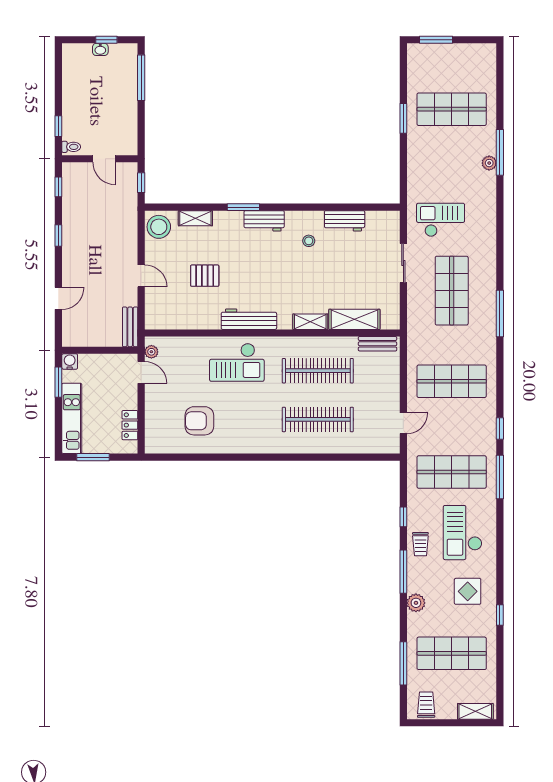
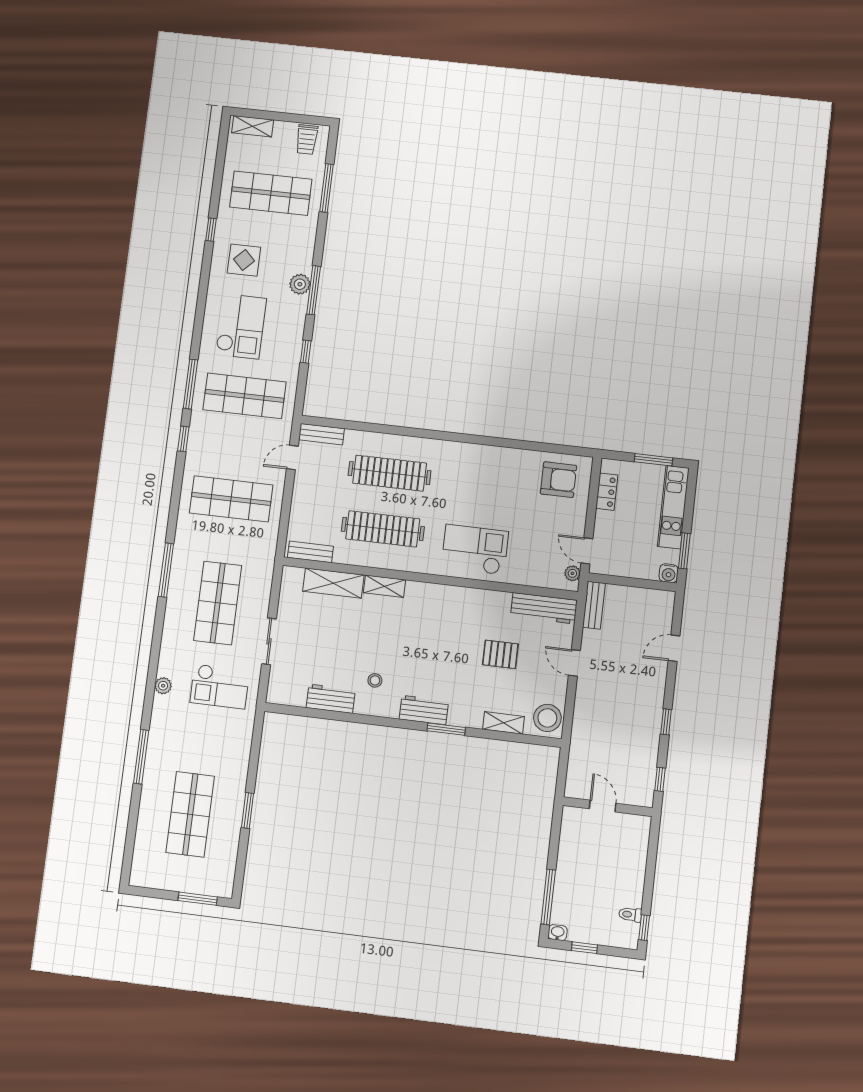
washbasin: (100, 49) -> (558, 933), moved
shop shelf: (452, 109) -> (190, 814), turned 90
window: (58, 126) -> (644, 928), moved
toilet: (71, 147) -> (630, 915), moved
plant: (489, 163) -> (163, 686), moved
window: (141, 183) -> (562, 772), removed
workbench: (249, 319) -> (544, 608), moved
armchair: (199, 421) -> (558, 480), moved
bench: (381, 446) -> (321, 434), added
trolley: (420, 544) -> (290, 319), removed
plant: (416, 603) -> (300, 284), moved

